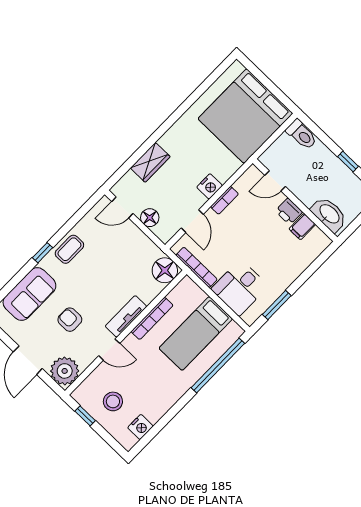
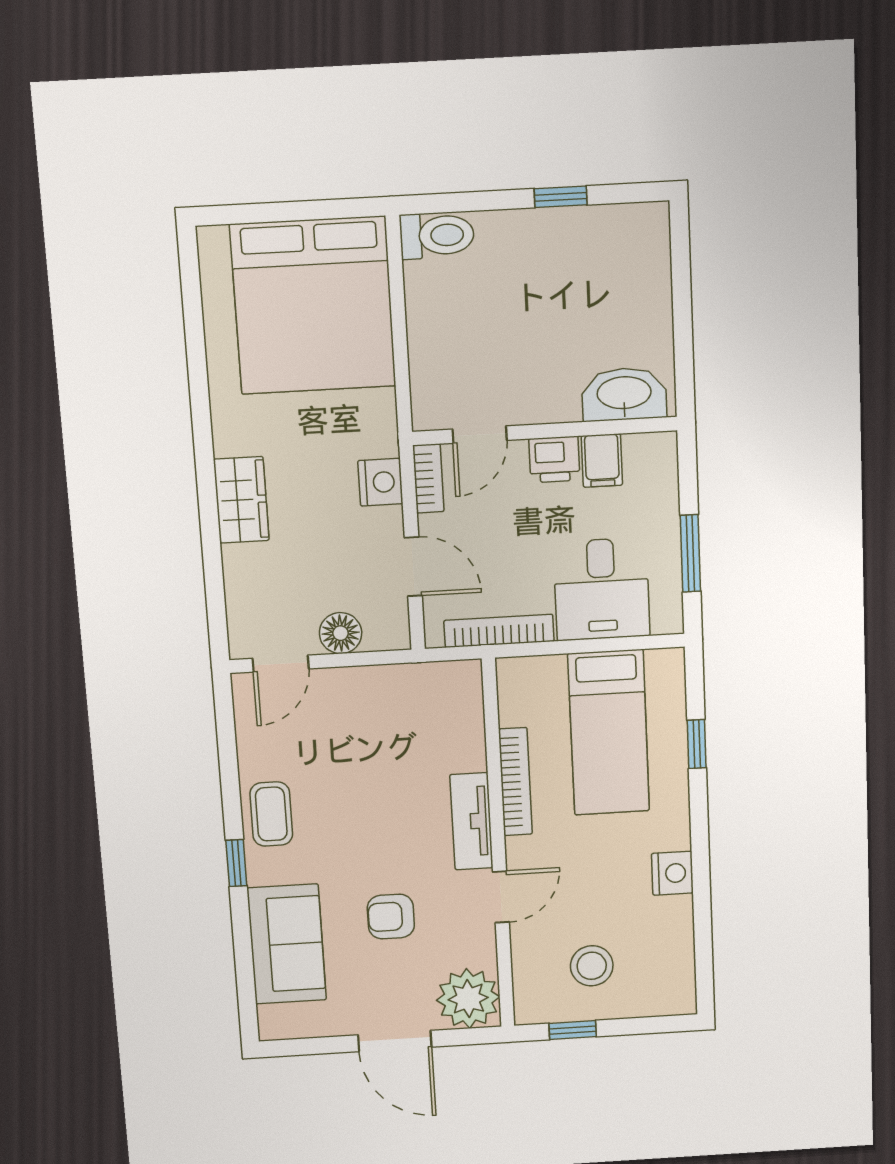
wardrobe: (150, 162) -> (241, 500), moved
door: (275, 181) -> (480, 435), moved
wall: (295, 200) -> (545, 431), moved
printer: (289, 211) -> (554, 459), moved
washbasin: (329, 214) -> (624, 394), moved
filing cabinet: (302, 227) -> (602, 460), moved
floor lamp: (165, 270) -> (454, 688), removed
window: (218, 366) -> (697, 744), width x0.32
nightstand: (140, 427) -> (672, 873), moved

